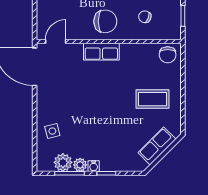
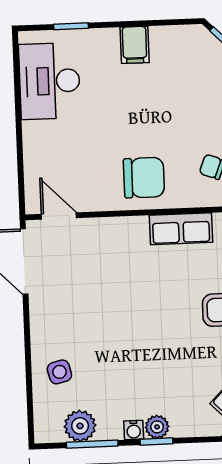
door: (56, 41) -> (59, 216), hinge flipped
row of seats: (101, 52) -> (181, 229), moved
plant: (80, 165) -> (157, 427), moved

